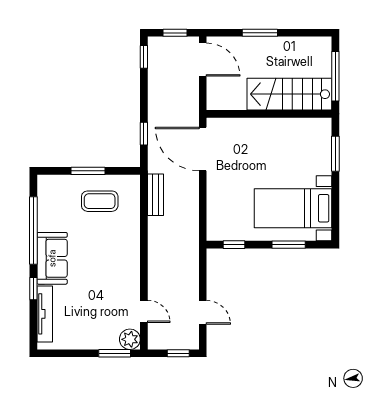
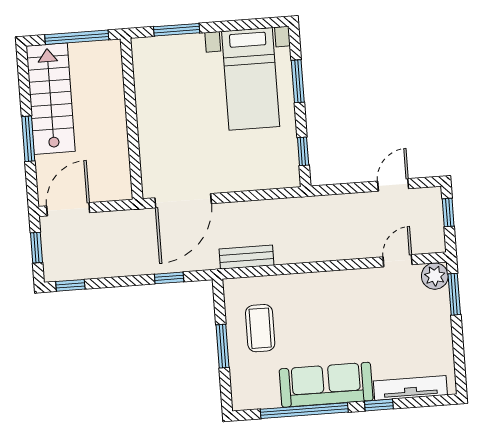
stairs: (289, 94) -> (51, 99), moved, turned 180
sofa: (52, 258) -> (326, 385), width x1.36

